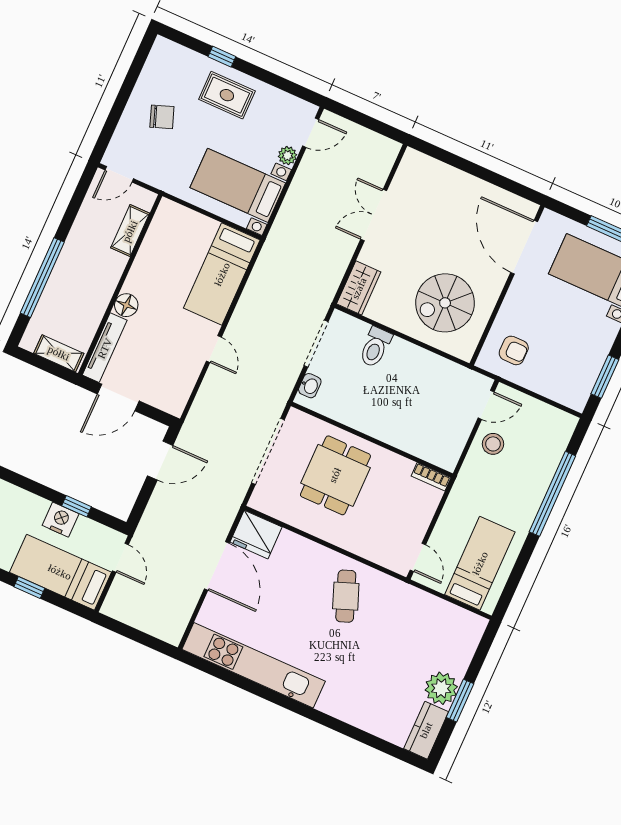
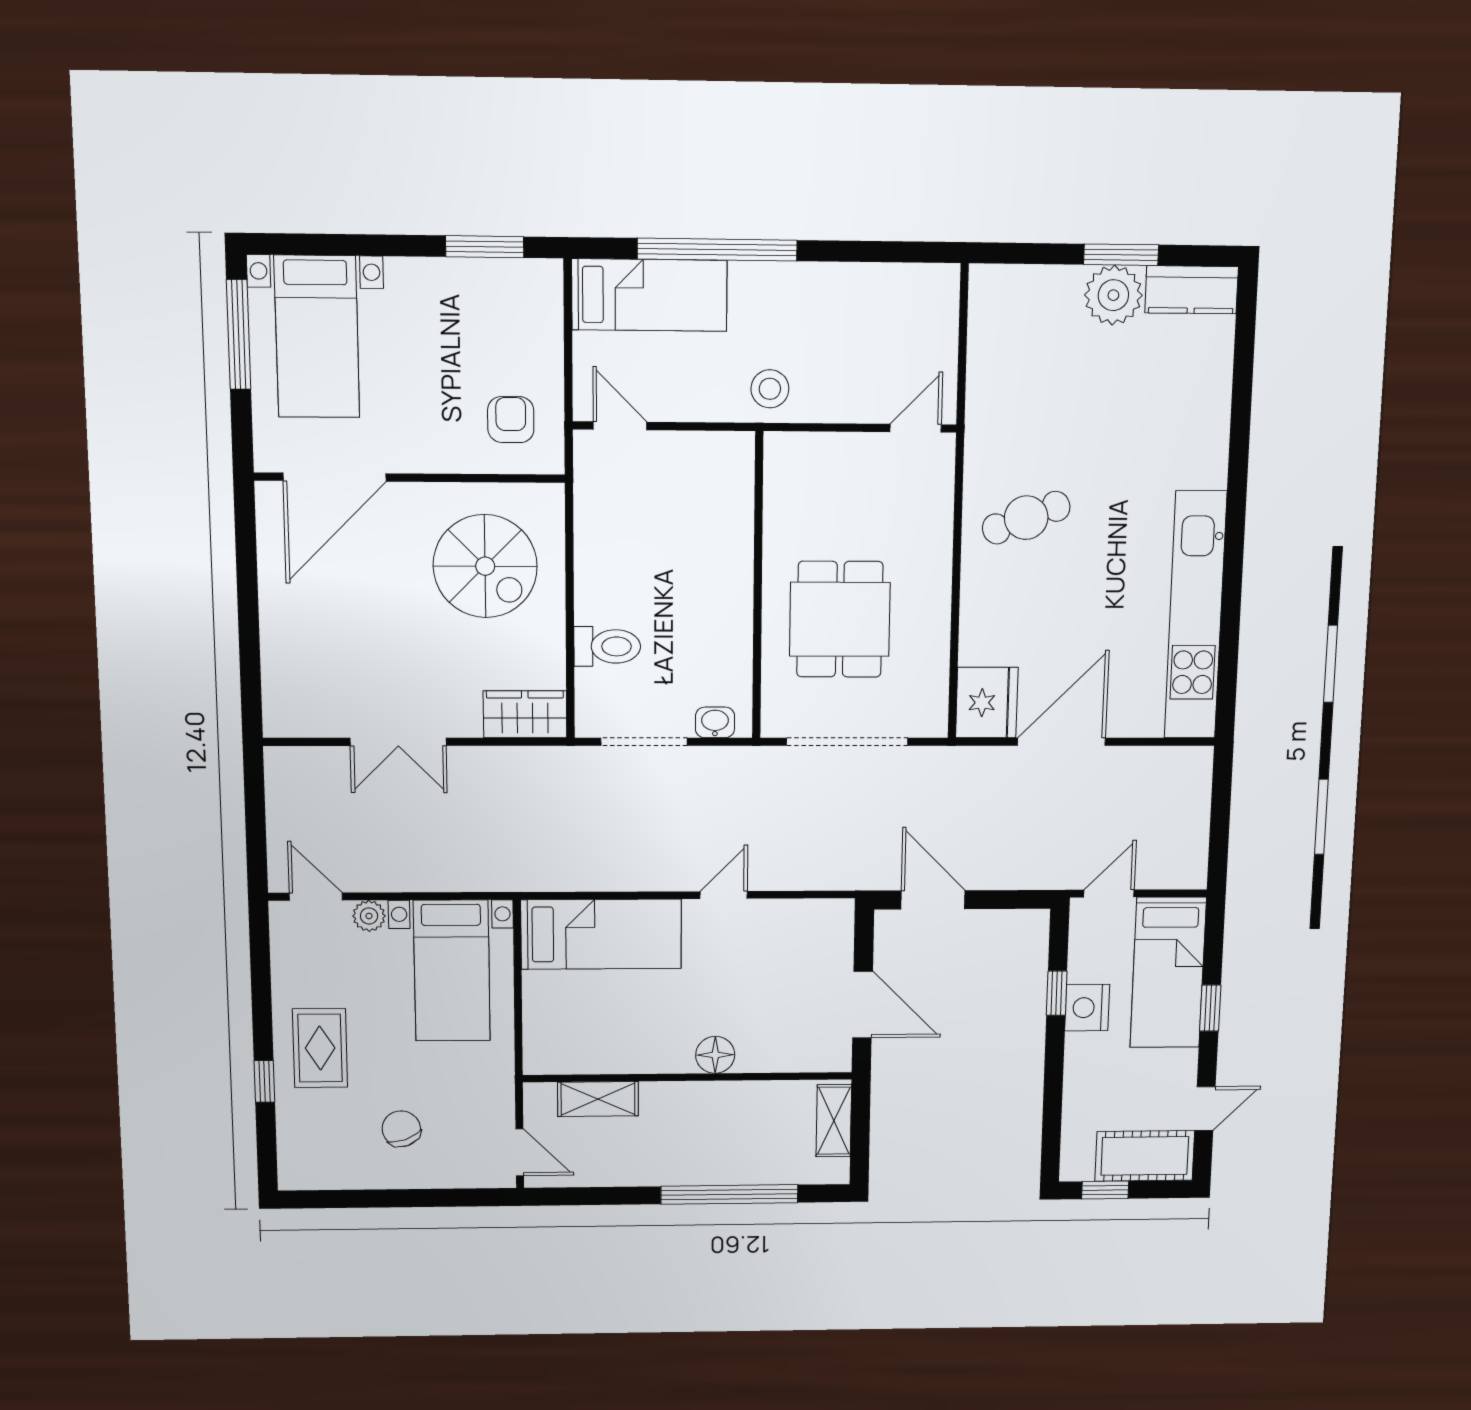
tv unit: (105, 348) -> (795, 1058), removed
stool: (493, 444) -> (770, 389), moved
dining table: (335, 475) -> (840, 619), turned 90
bookcase: (431, 477) -> (776, 464), removed
bed: (480, 563) -> (649, 295), moved, turned 180

